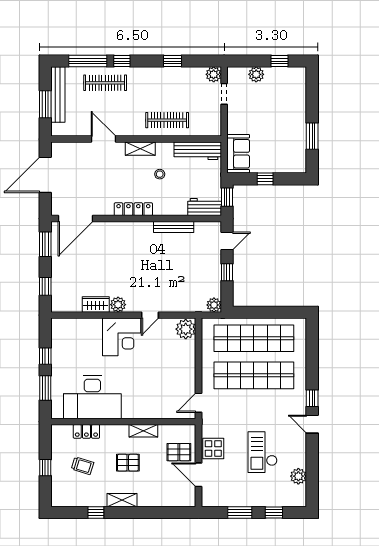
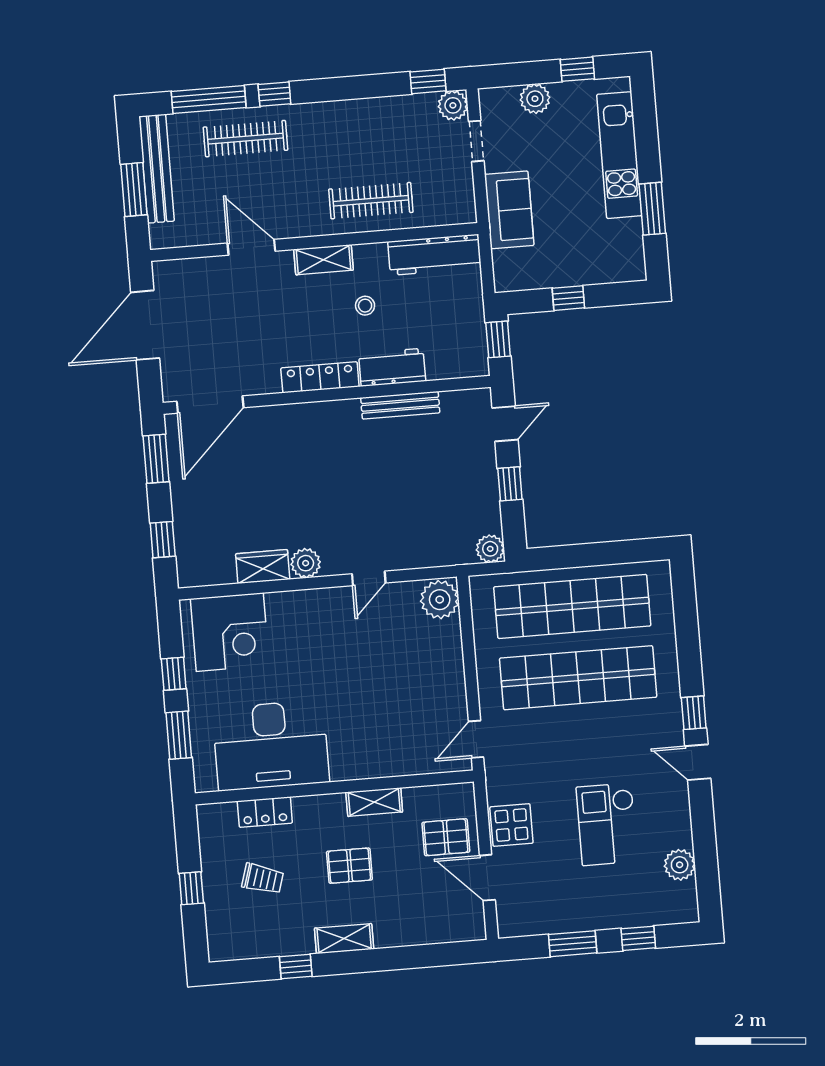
window: (172, 61) -> (428, 81), moved
kitchen unit: (297, 107) -> (619, 155), added
sofa: (238, 154) -> (509, 210), moved
workbench: (205, 207) -> (392, 367), moved
corner desk: (122, 337) -> (230, 632), moved

